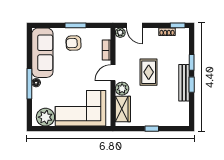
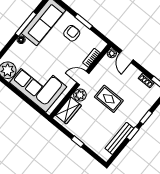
armchair: (74, 43) -> (72, 33), turned 93
rug: (149, 72) -> (109, 99), turned 90
bench: (184, 83) -> (119, 138), moved
window: (29, 84) -> (26, 24), moved

